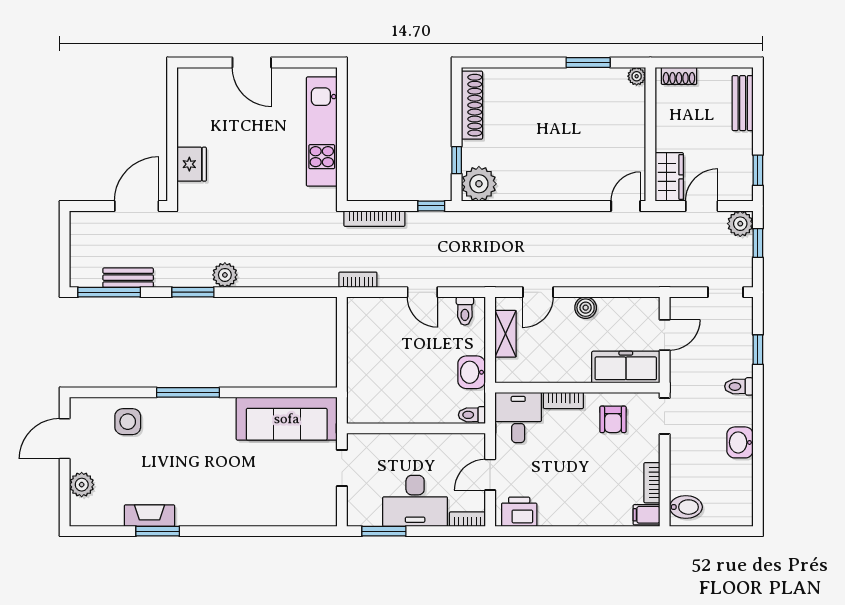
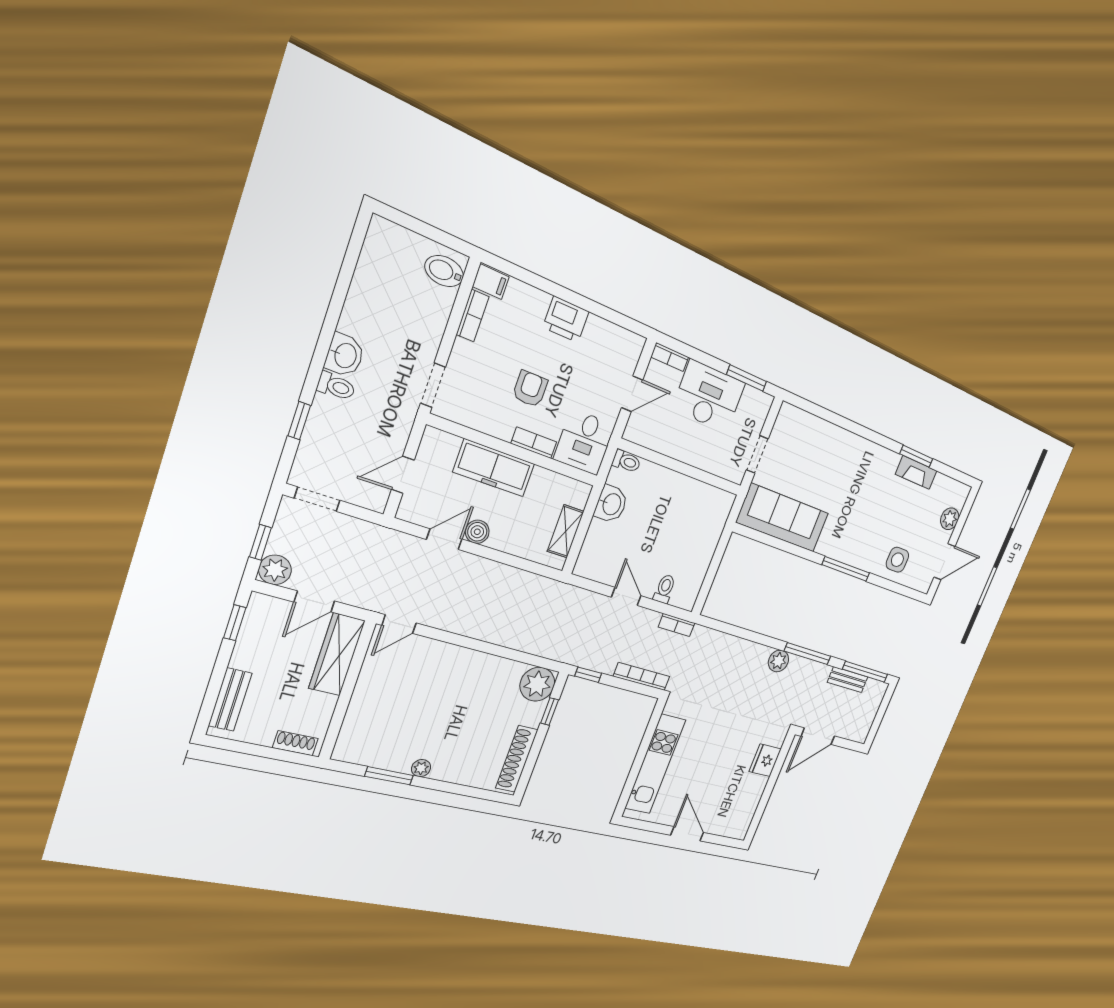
plant: (637, 76) -> (421, 768), moved
wardrobe: (669, 177) -> (337, 654), width x1.50
window: (193, 292) -> (808, 654), width x1.44
door: (538, 292) -> (444, 539), moved
toilet: (465, 311) -> (665, 589), moved
freezer: (626, 367) -> (494, 468), moved
armchair: (613, 419) -> (530, 389), moved
washbasin: (740, 442) -> (345, 355), moved
printer: (519, 512) -> (566, 319), moved

